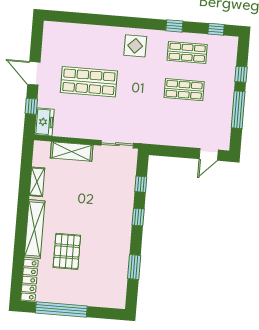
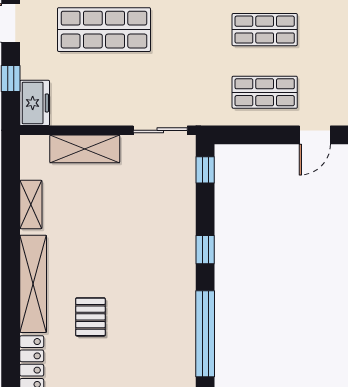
shop shelf: (181, 127) -> (265, 92), added
window: (141, 184) -> (205, 170), moved
pallet: (67, 251) -> (90, 317), width x0.67, depth x0.71
window: (134, 267) -> (205, 334), width x2.11

